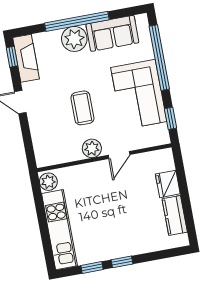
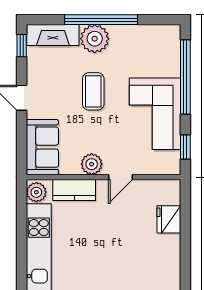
sofa: (112, 33) -> (42, 147), moved, turned -90
fireplace: (26, 58) -> (53, 35), moved, turned 90
coffee table: (82, 108) -> (93, 91), moved
kitchen counter: (175, 215) -> (74, 190), moved, turned -90

